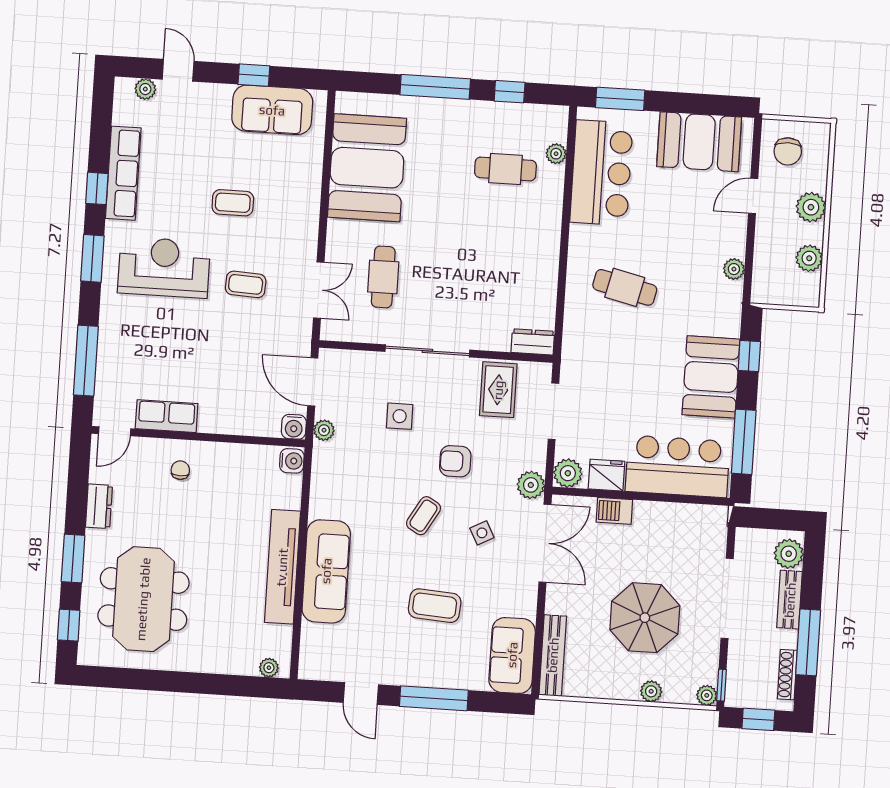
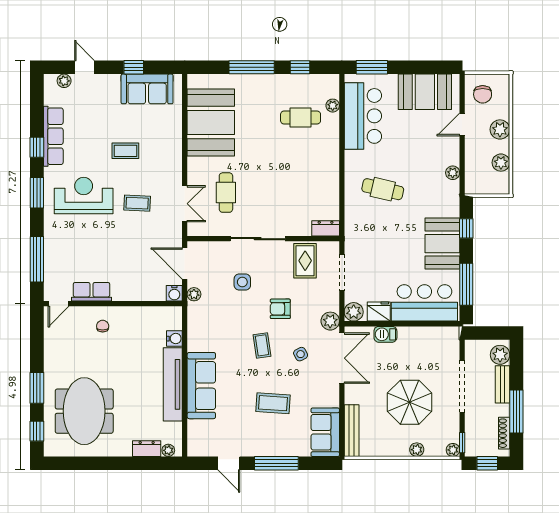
water cooler: (292, 461) -> (174, 339), moved
dresser: (99, 506) -> (147, 449), moved, turned -90
coffee table: (423, 516) -> (262, 345), turned -38

